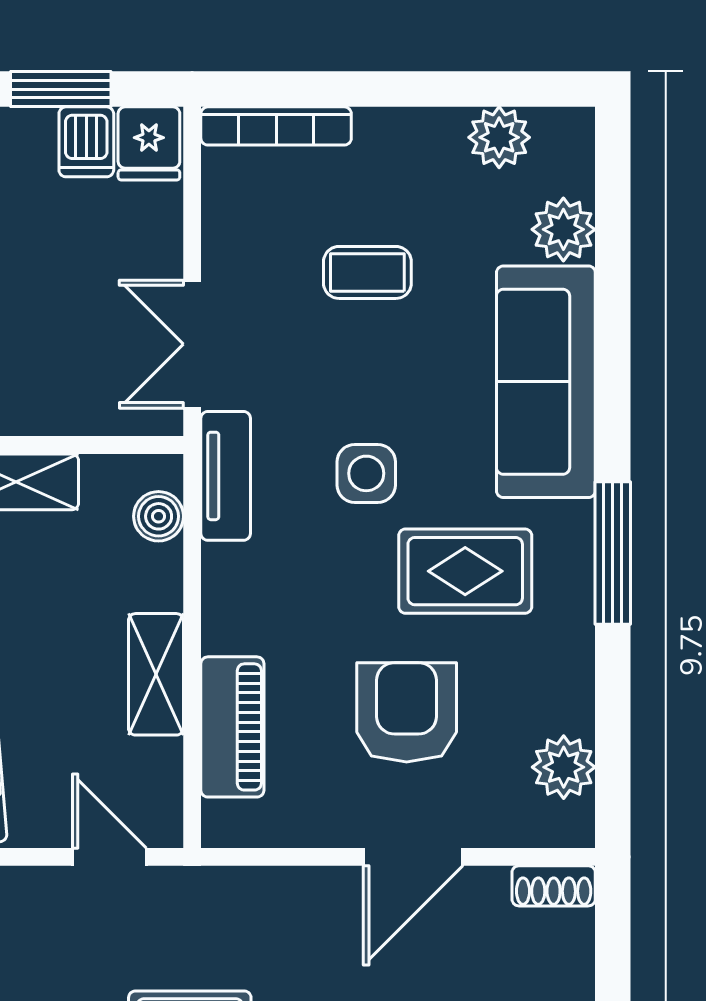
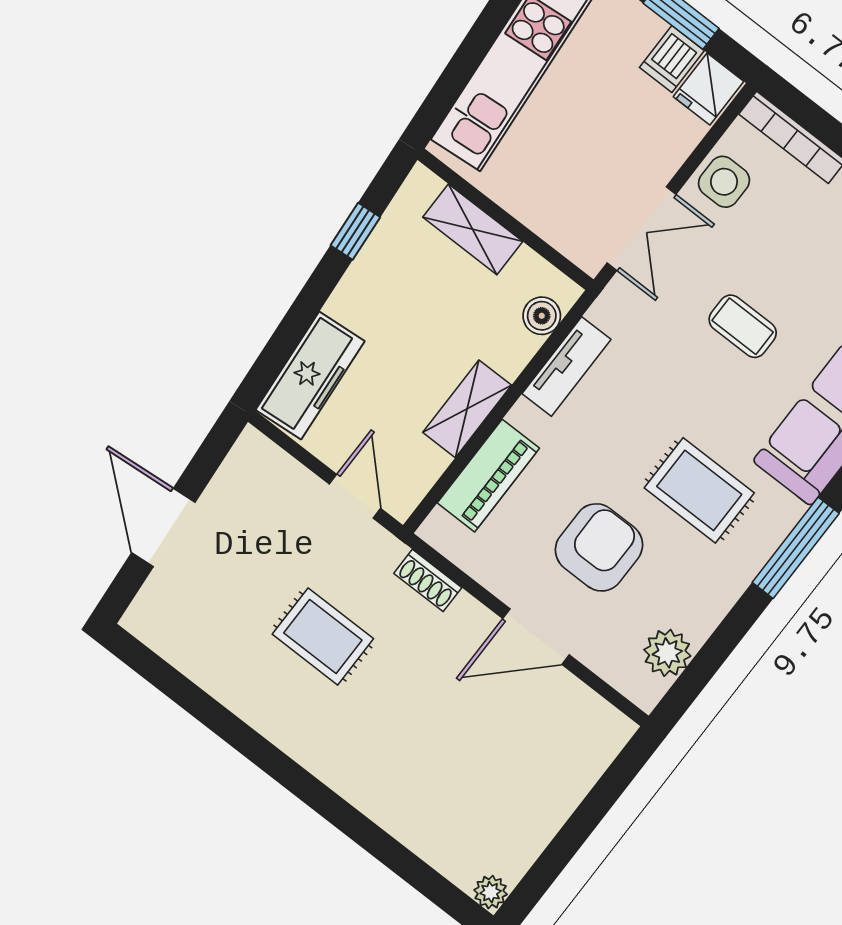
coffee table: (367, 272) -> (743, 326), moved
double door: (192, 344) -> (641, 229), swing flipped
side table: (366, 473) -> (724, 182), moved
tv unit: (226, 476) -> (566, 367), moved
shoe rack: (554, 886) -> (428, 580), moved

